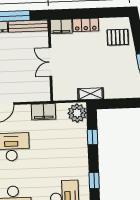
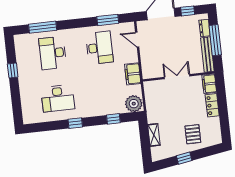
pallet: (118, 37) -> (193, 134), moved
shelving: (91, 94) -> (154, 135), moved

